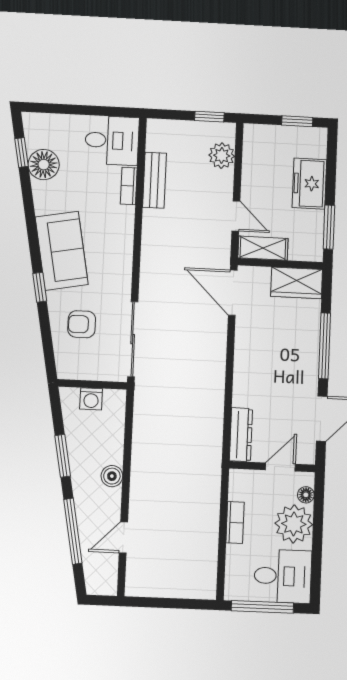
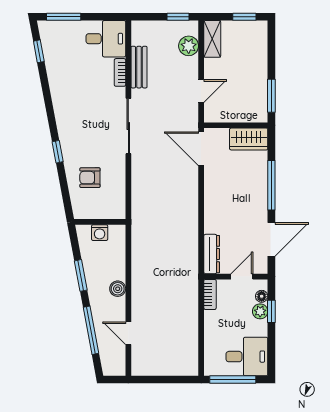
window: (57, 109) -> (64, 17), added
floor lamp: (44, 165) -> (56, 60), removed
freezer: (309, 184) -> (255, 64), removed
door: (236, 216) -> (201, 91), hinge flipped
shelving: (263, 248) -> (212, 39), moved, turned 90
sofa: (62, 251) -> (72, 124), removed
sliding door: (133, 339) -> (128, 126), moved
window: (318, 516) -> (271, 311), added
bookcase: (235, 523) -> (210, 294), moved
plant: (294, 524) -> (260, 311), width x0.53, depth x0.53
door: (123, 537) -> (128, 333), hinge flipped

